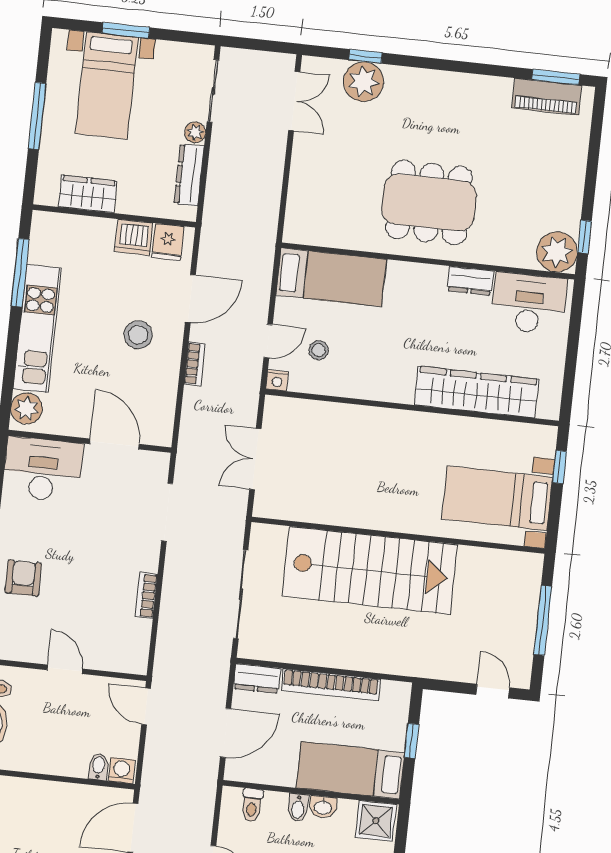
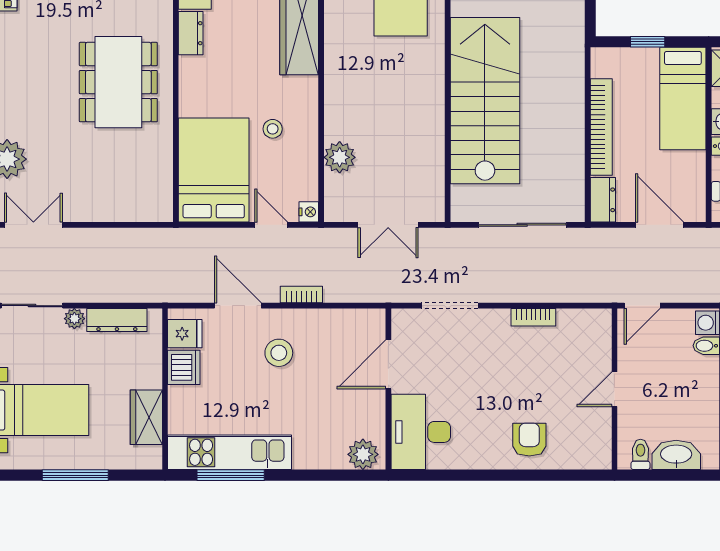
bed: (331, 277) -> (214, 170), width x1.50
kitchen unit: (37, 329) -> (230, 452), moved
stool: (319, 350) -> (273, 129), moved
plant: (329, 417) -> (340, 157), added
armchair: (23, 578) -> (529, 440), turned 90

